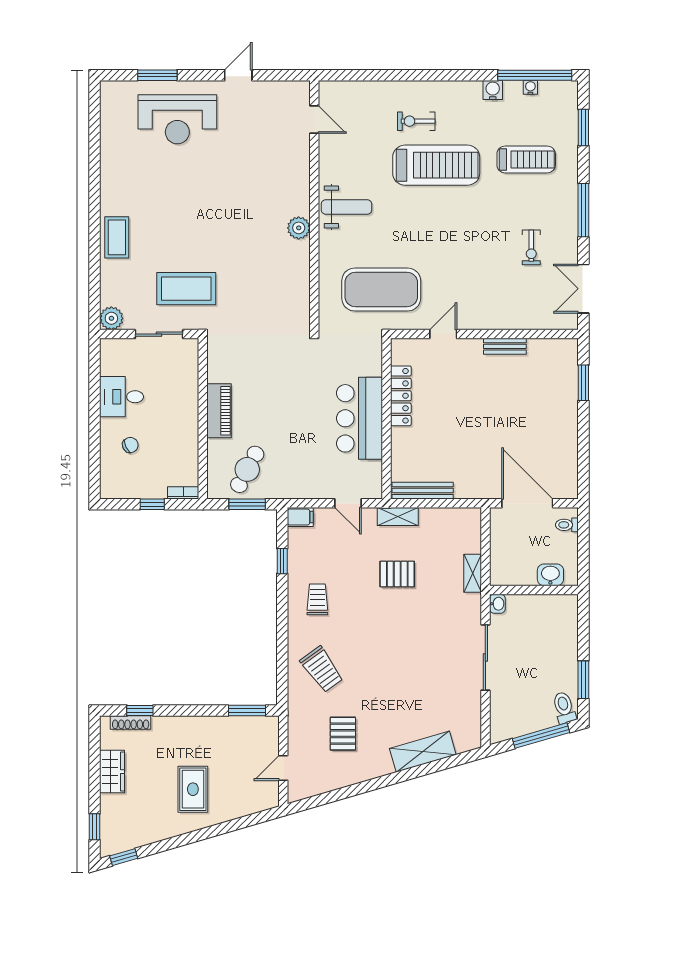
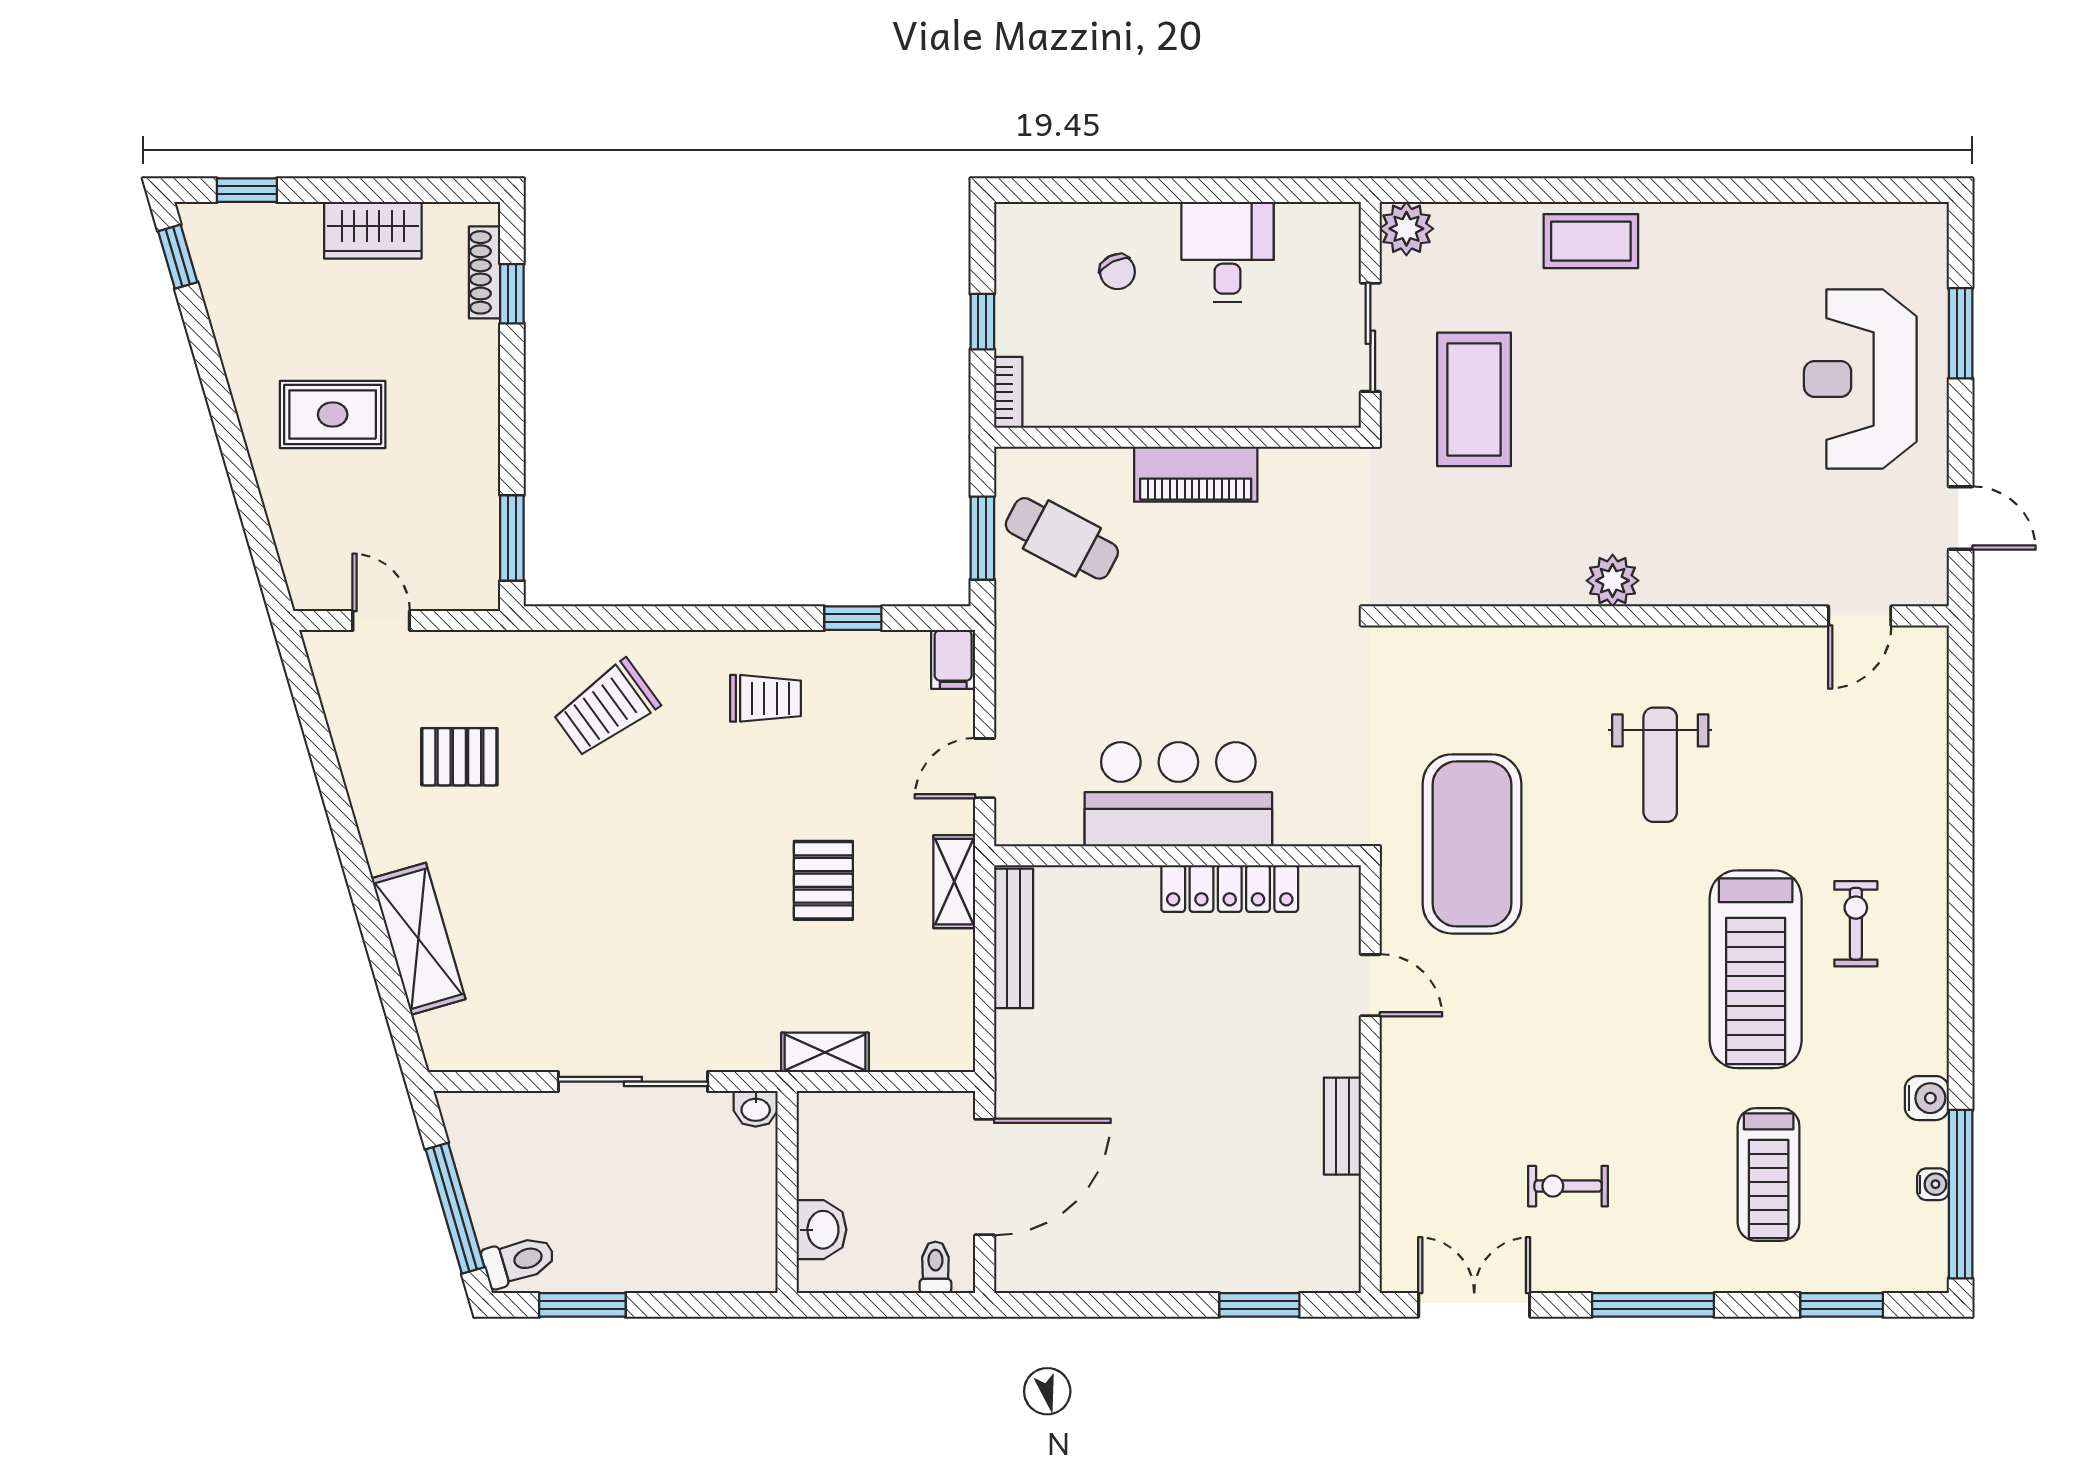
door: (314, 119) -> (1860, 616), moved
wall: (314, 205) -> (1664, 616), moved
plant: (299, 228) -> (1613, 581), moved

